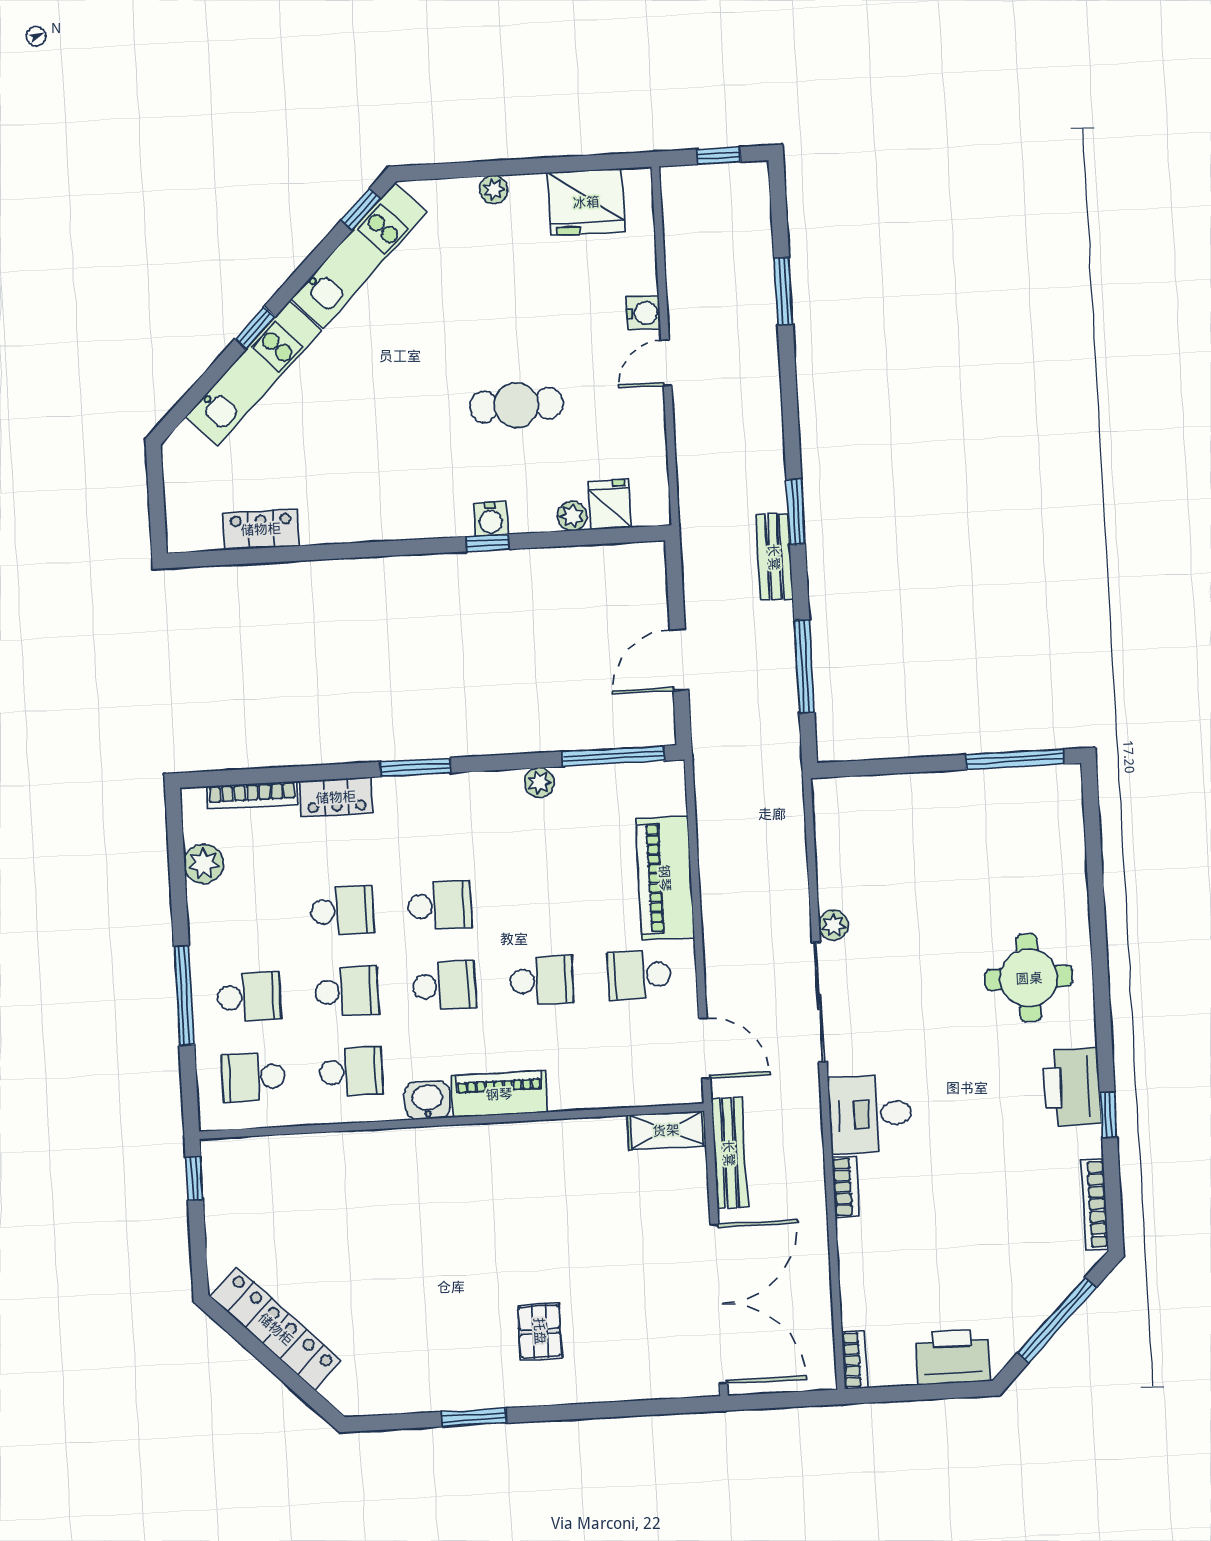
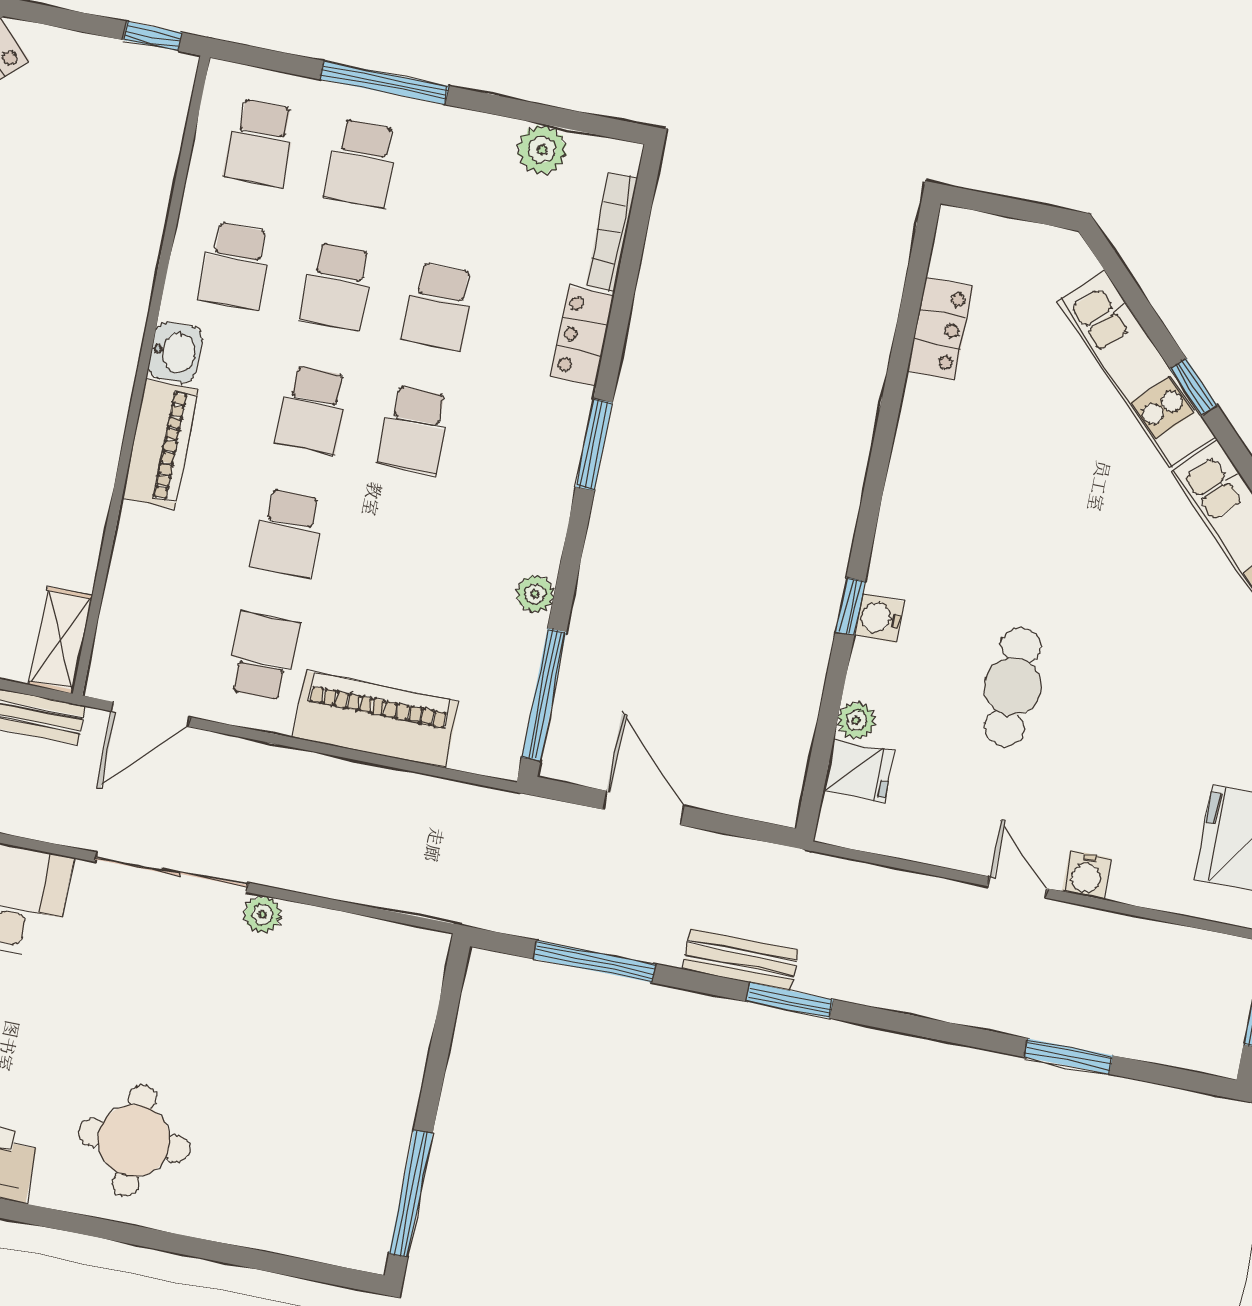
school desk: (254, 1077) -> (260, 143), turned 180

